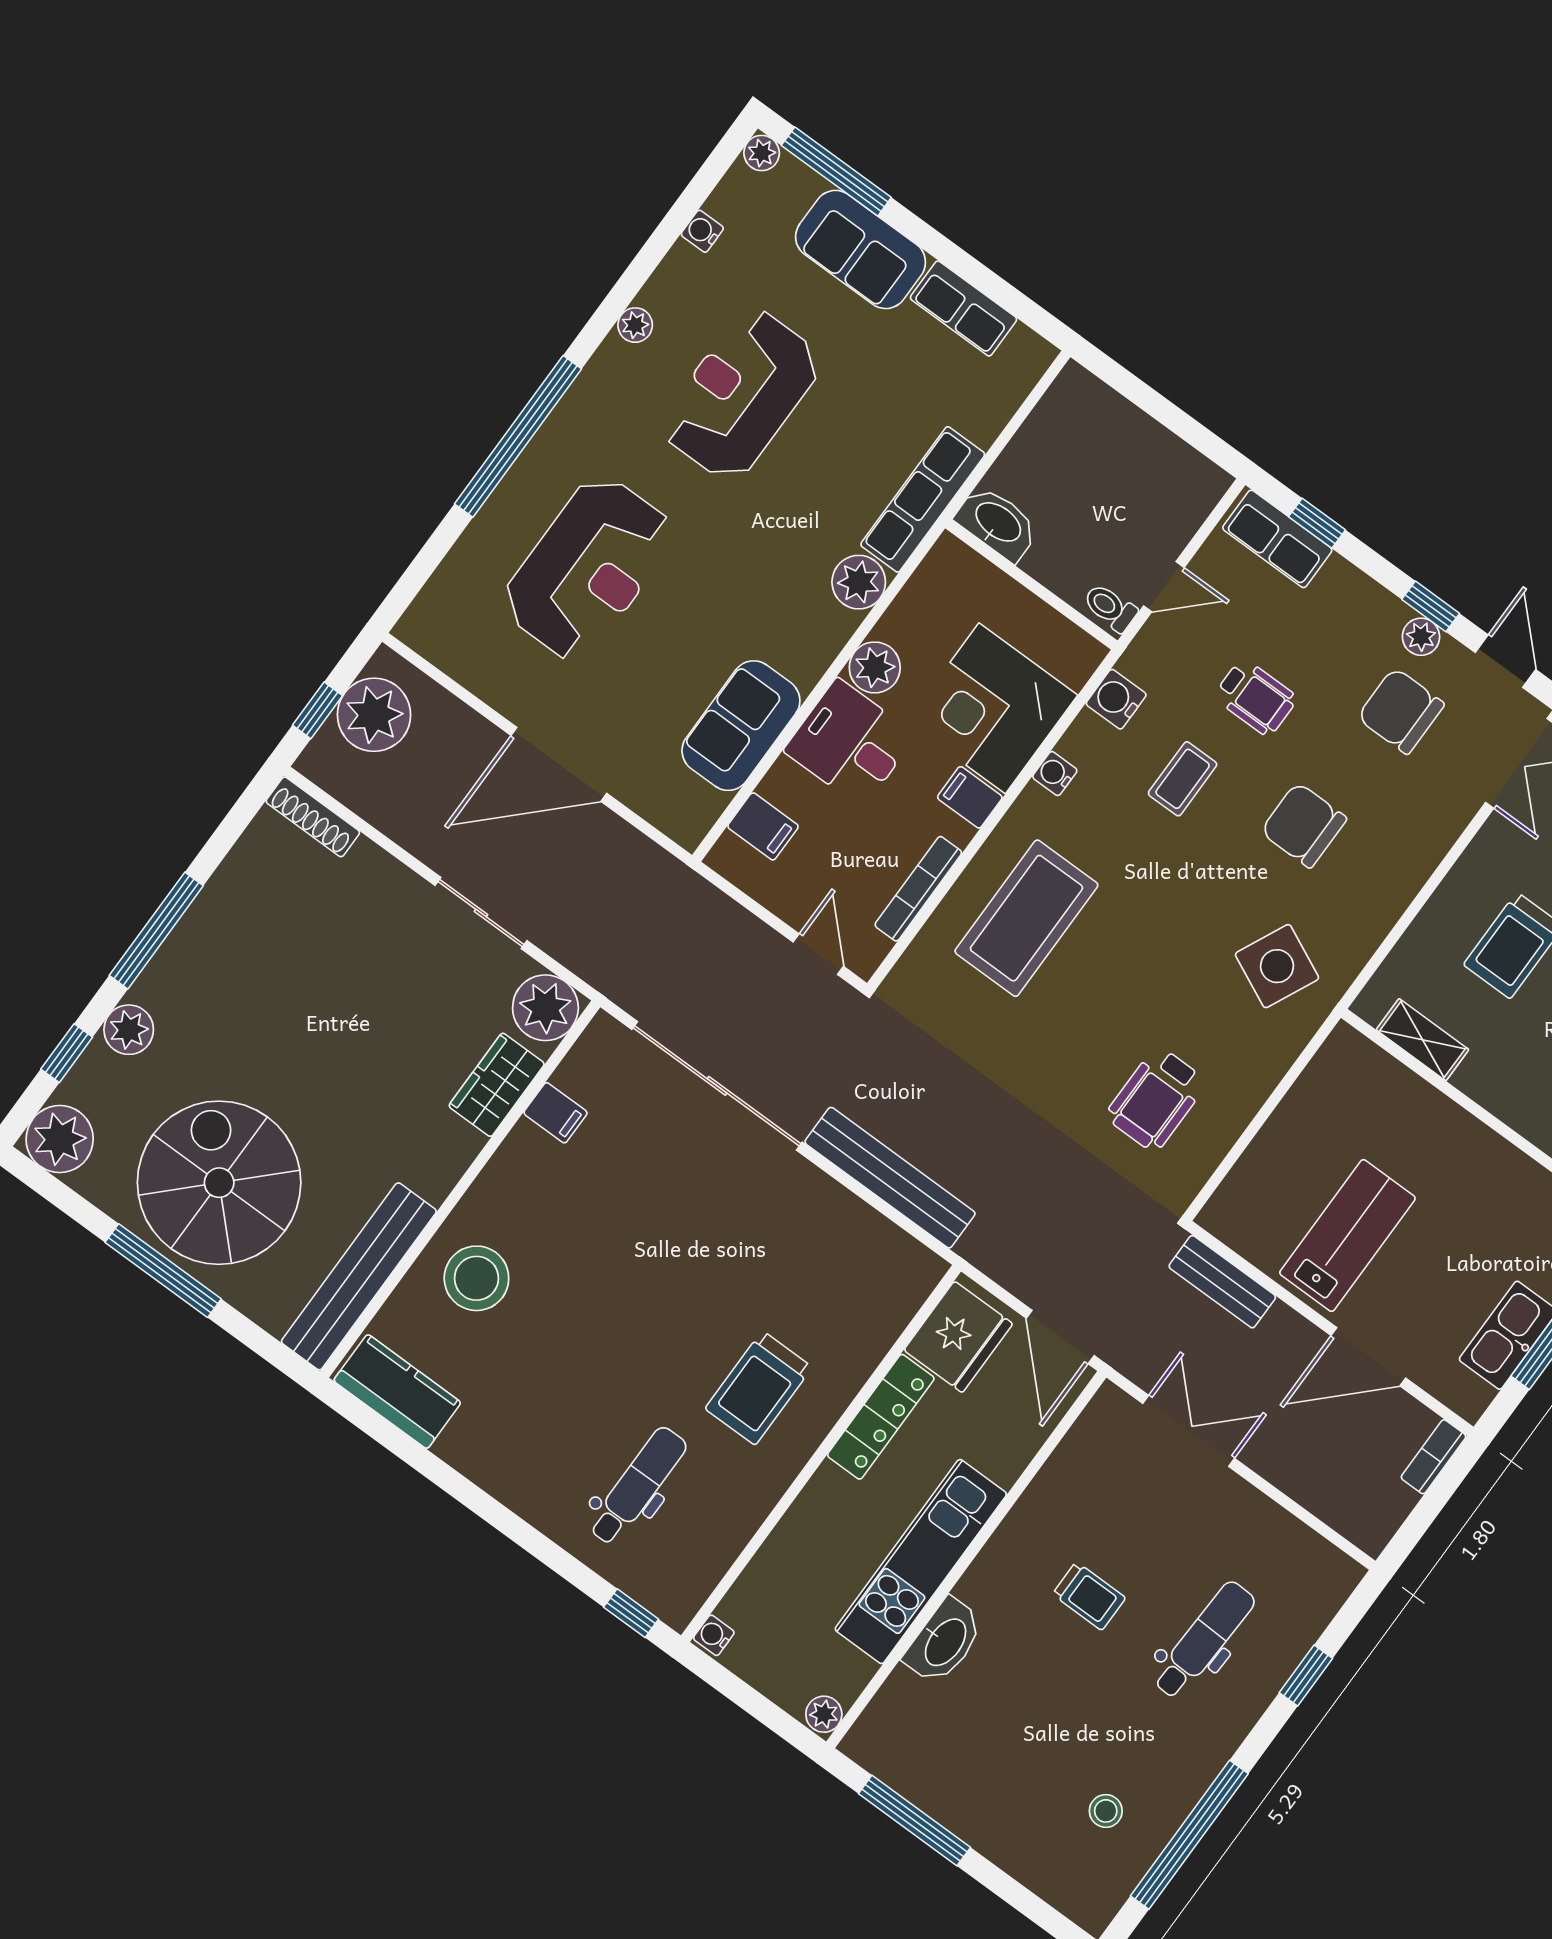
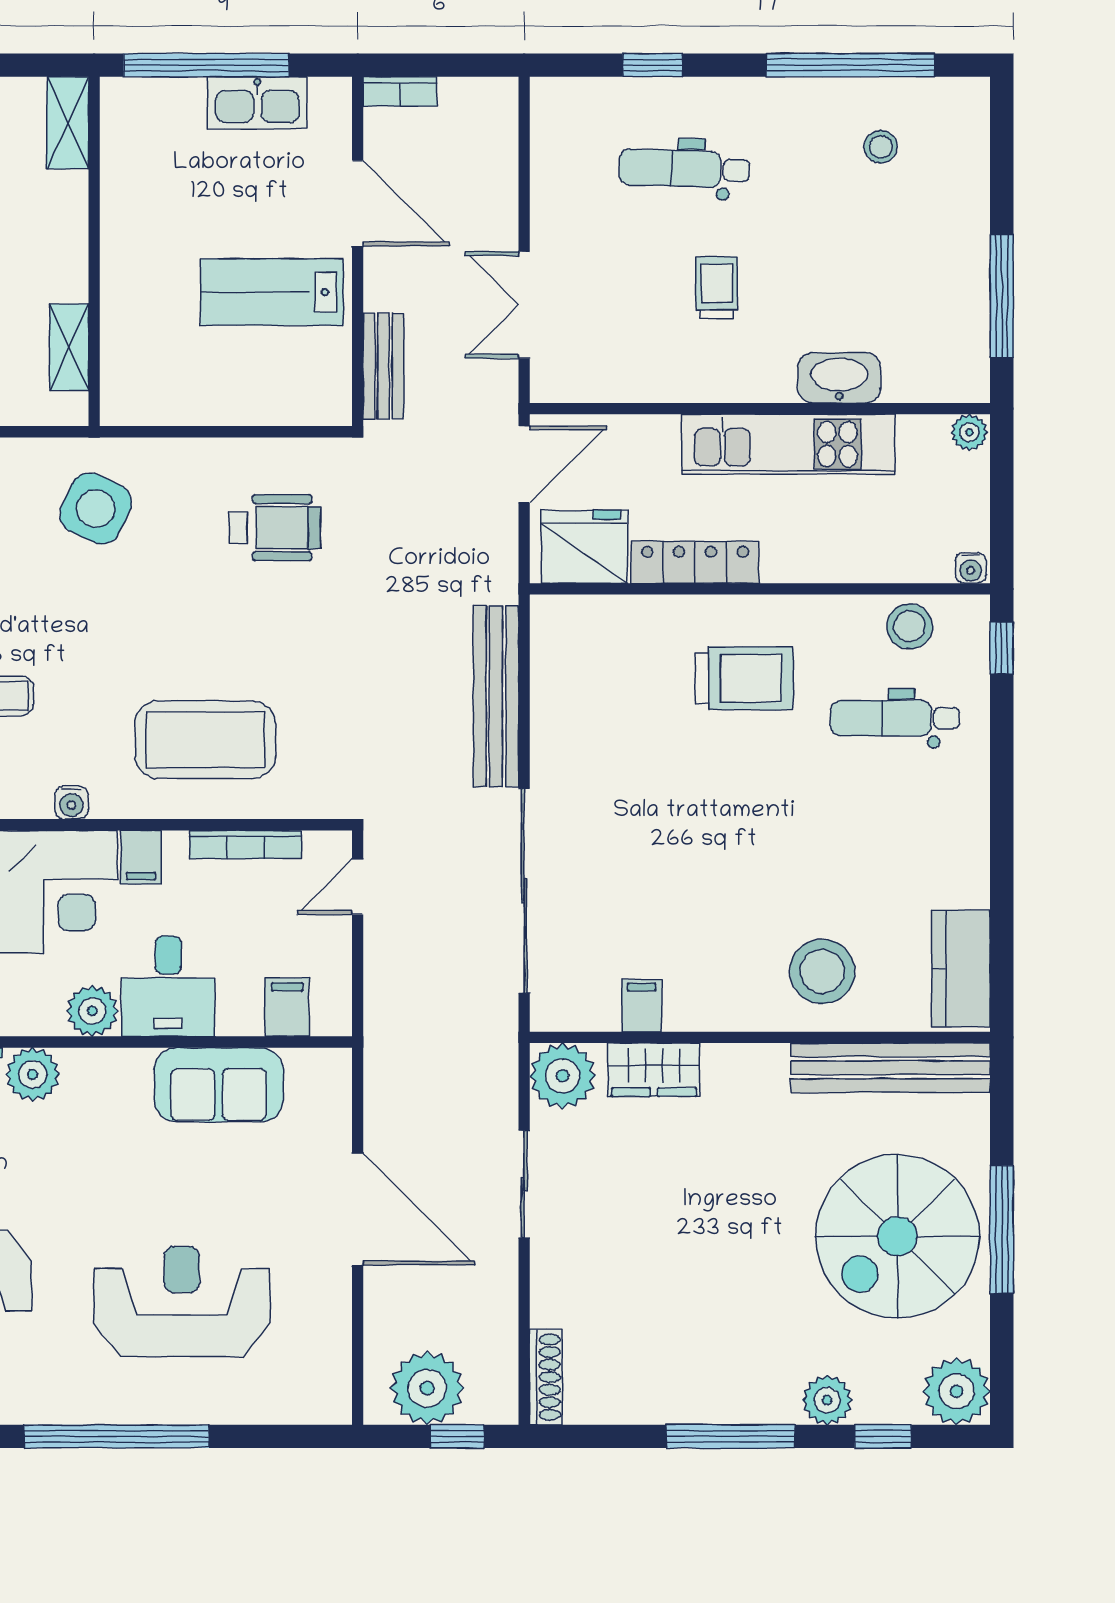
stool: (703, 1552) -> (910, 626), added

